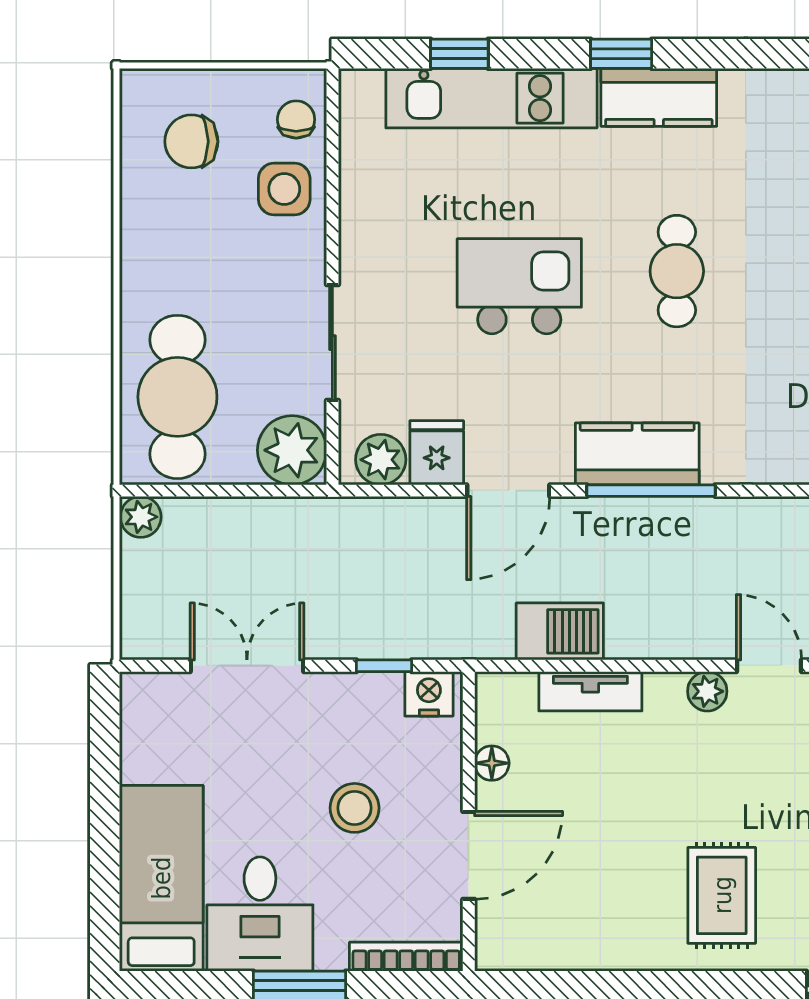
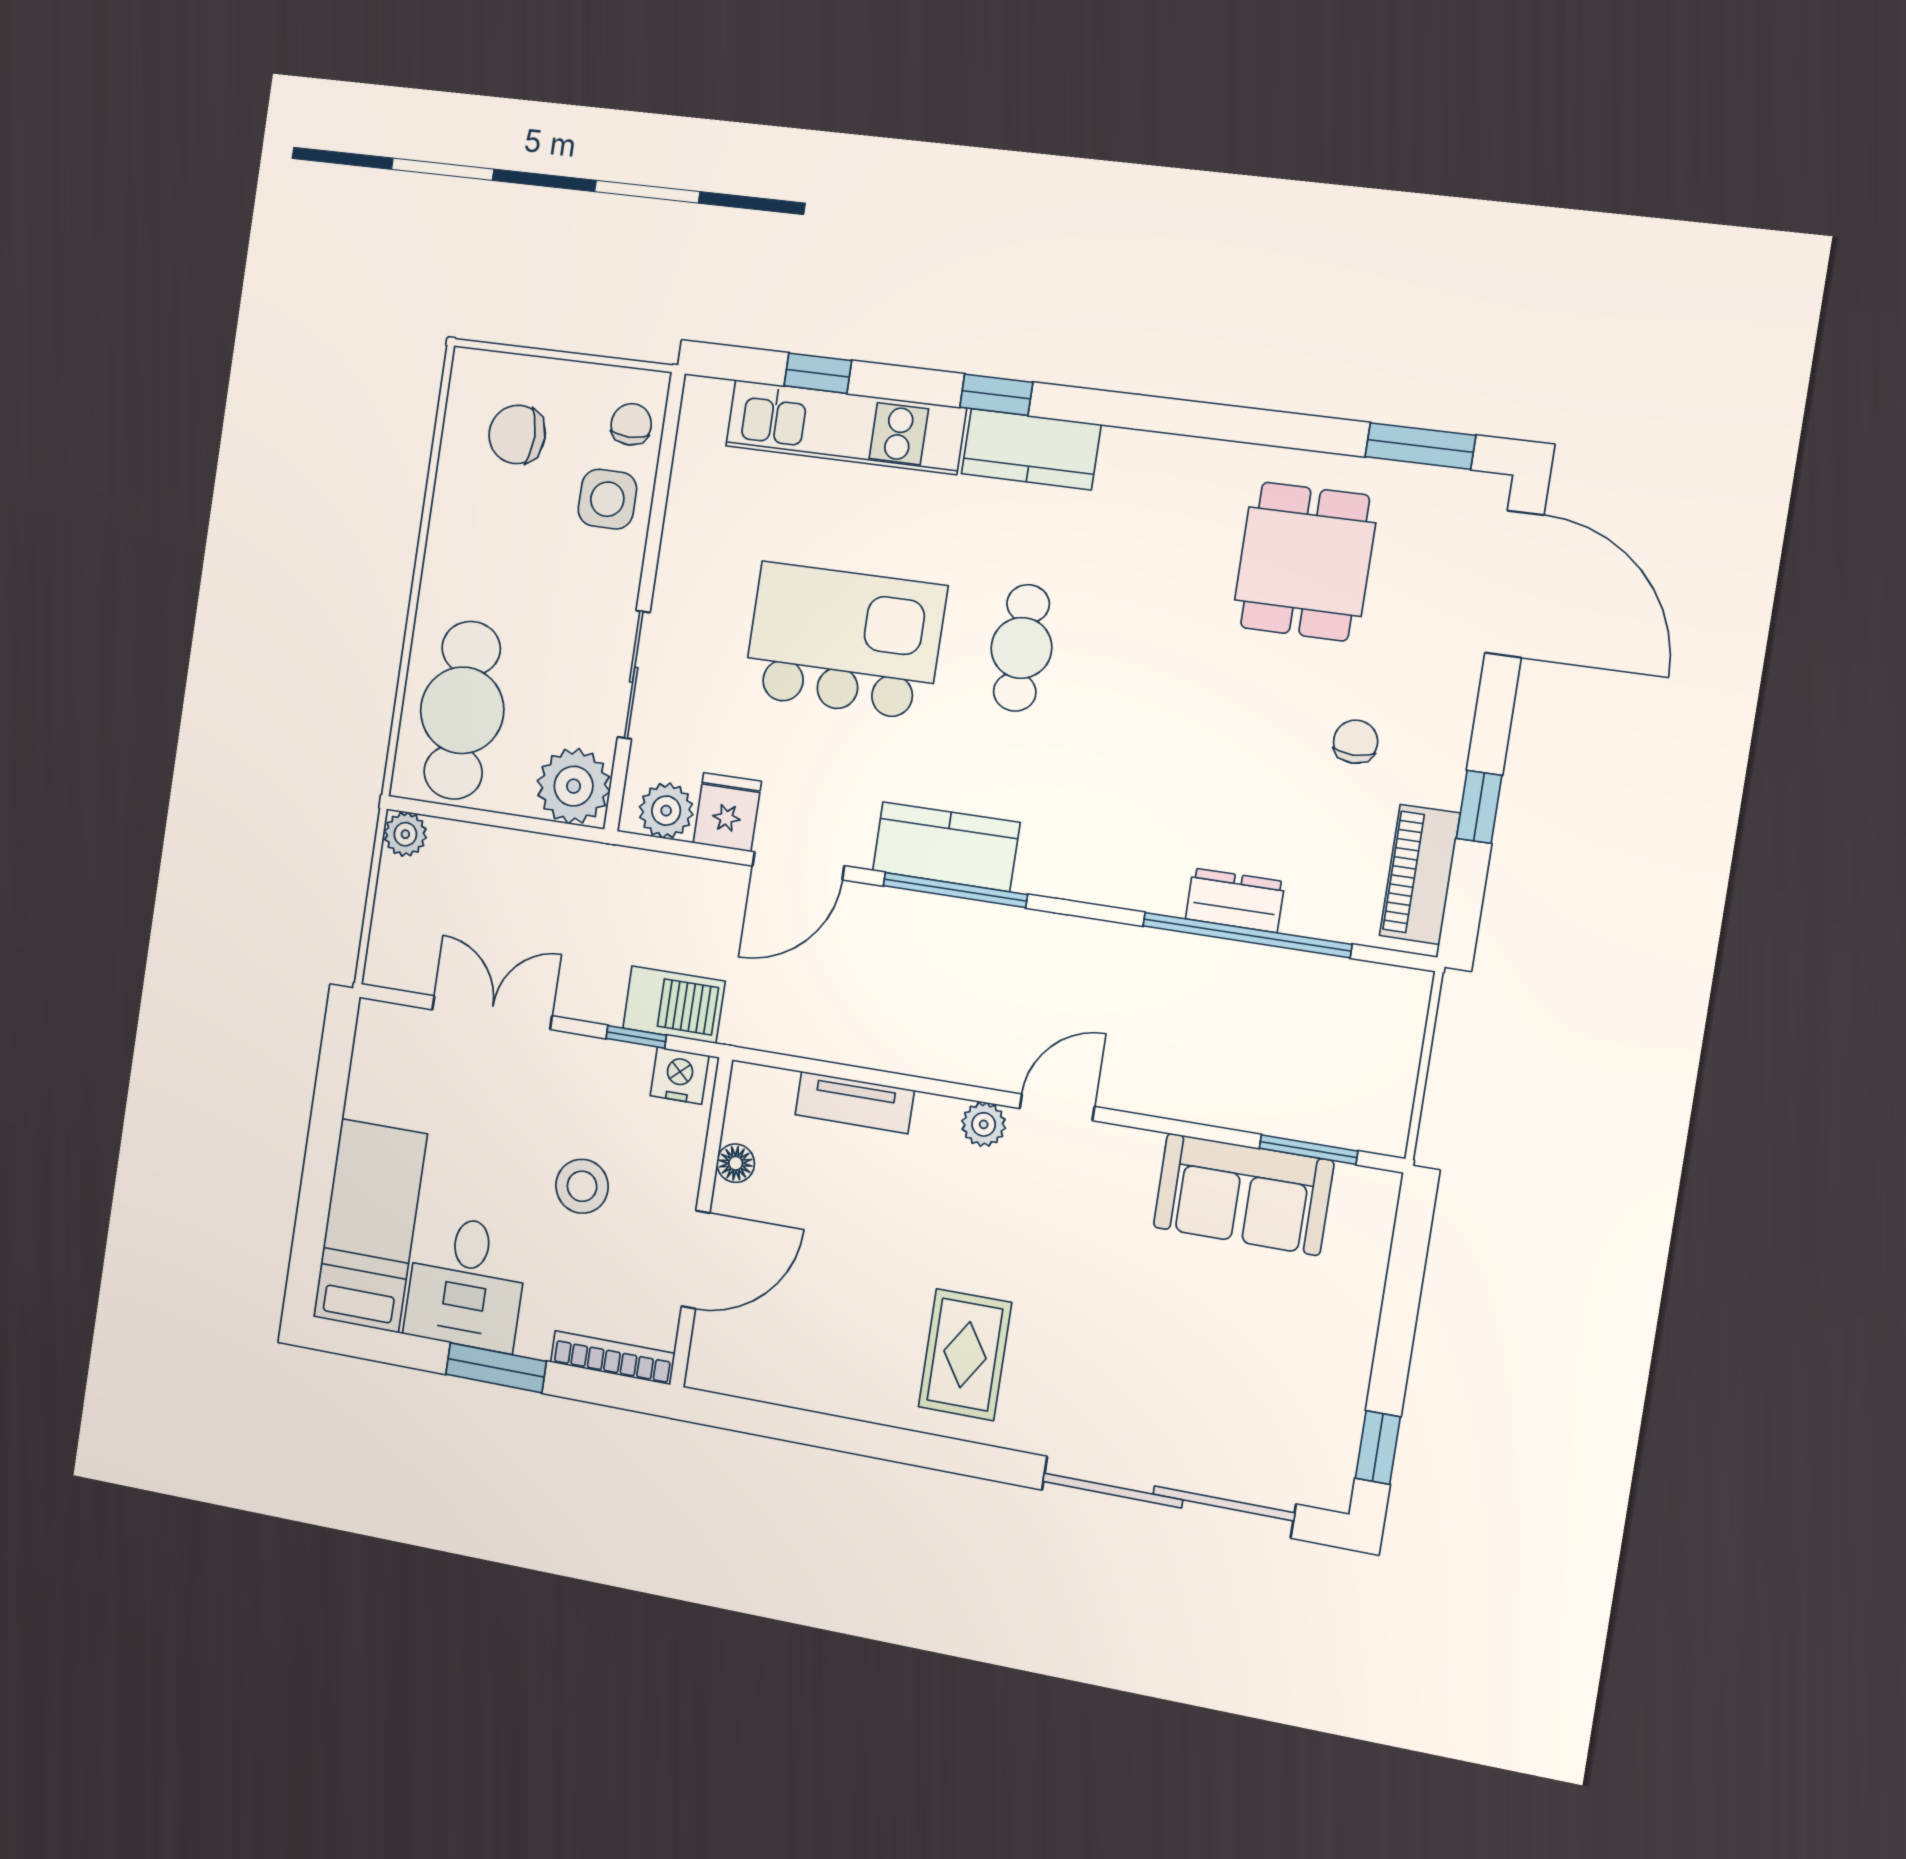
kitchen island: (519, 286) -> (844, 641), width x1.37, depth x1.28
barbecue: (560, 631) -> (674, 1005), moved
door: (769, 666) -> (1057, 1107), hinge flipped

